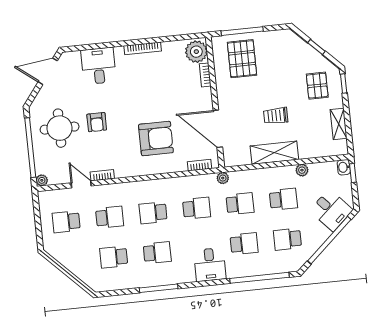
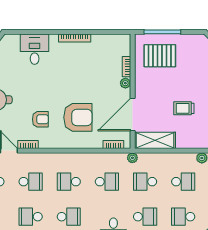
plant: (196, 52) -> (125, 83), moved, width x0.53, depth x0.53
pallet: (242, 59) -> (160, 56), turned 90
armchair: (97, 122) -> (40, 119), moved, turned -90
door: (218, 129) -> (133, 115), hinge flipped
shelving: (274, 153) -> (155, 140), moved
school desk: (240, 204) -> (145, 182), turned 180

